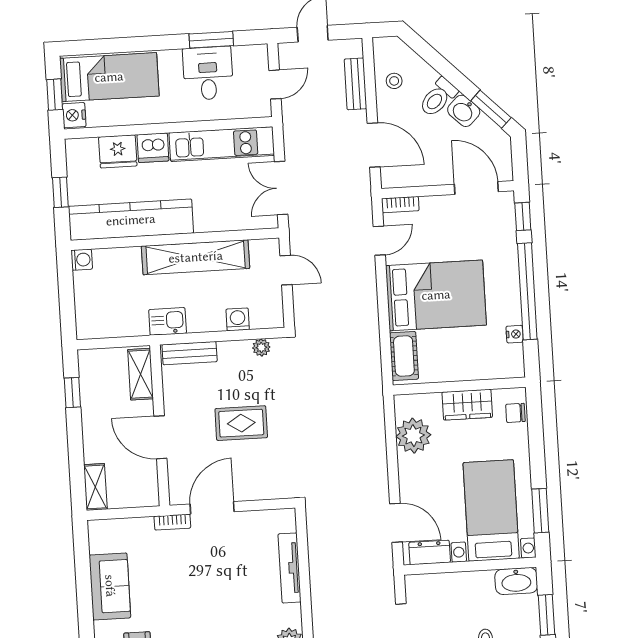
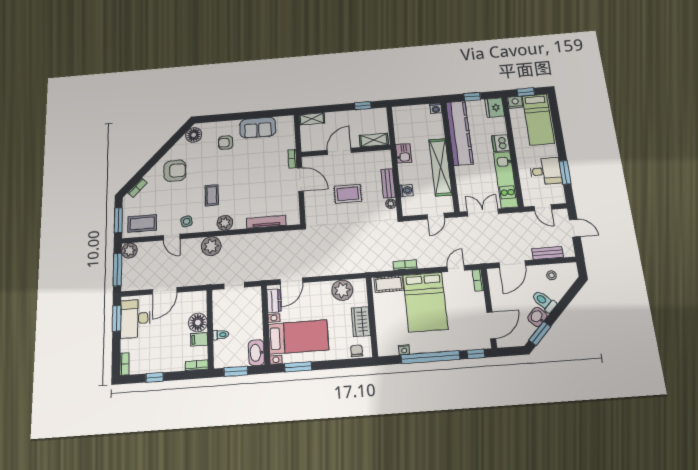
fridge: (118, 151) -> (495, 108), moved
door: (379, 241) -> (456, 268), swing flipped
bookcase: (372, 327) -> (405, 265), added
bench: (190, 353) -> (388, 183), moved
rug: (241, 423) -> (348, 194), turned 90

